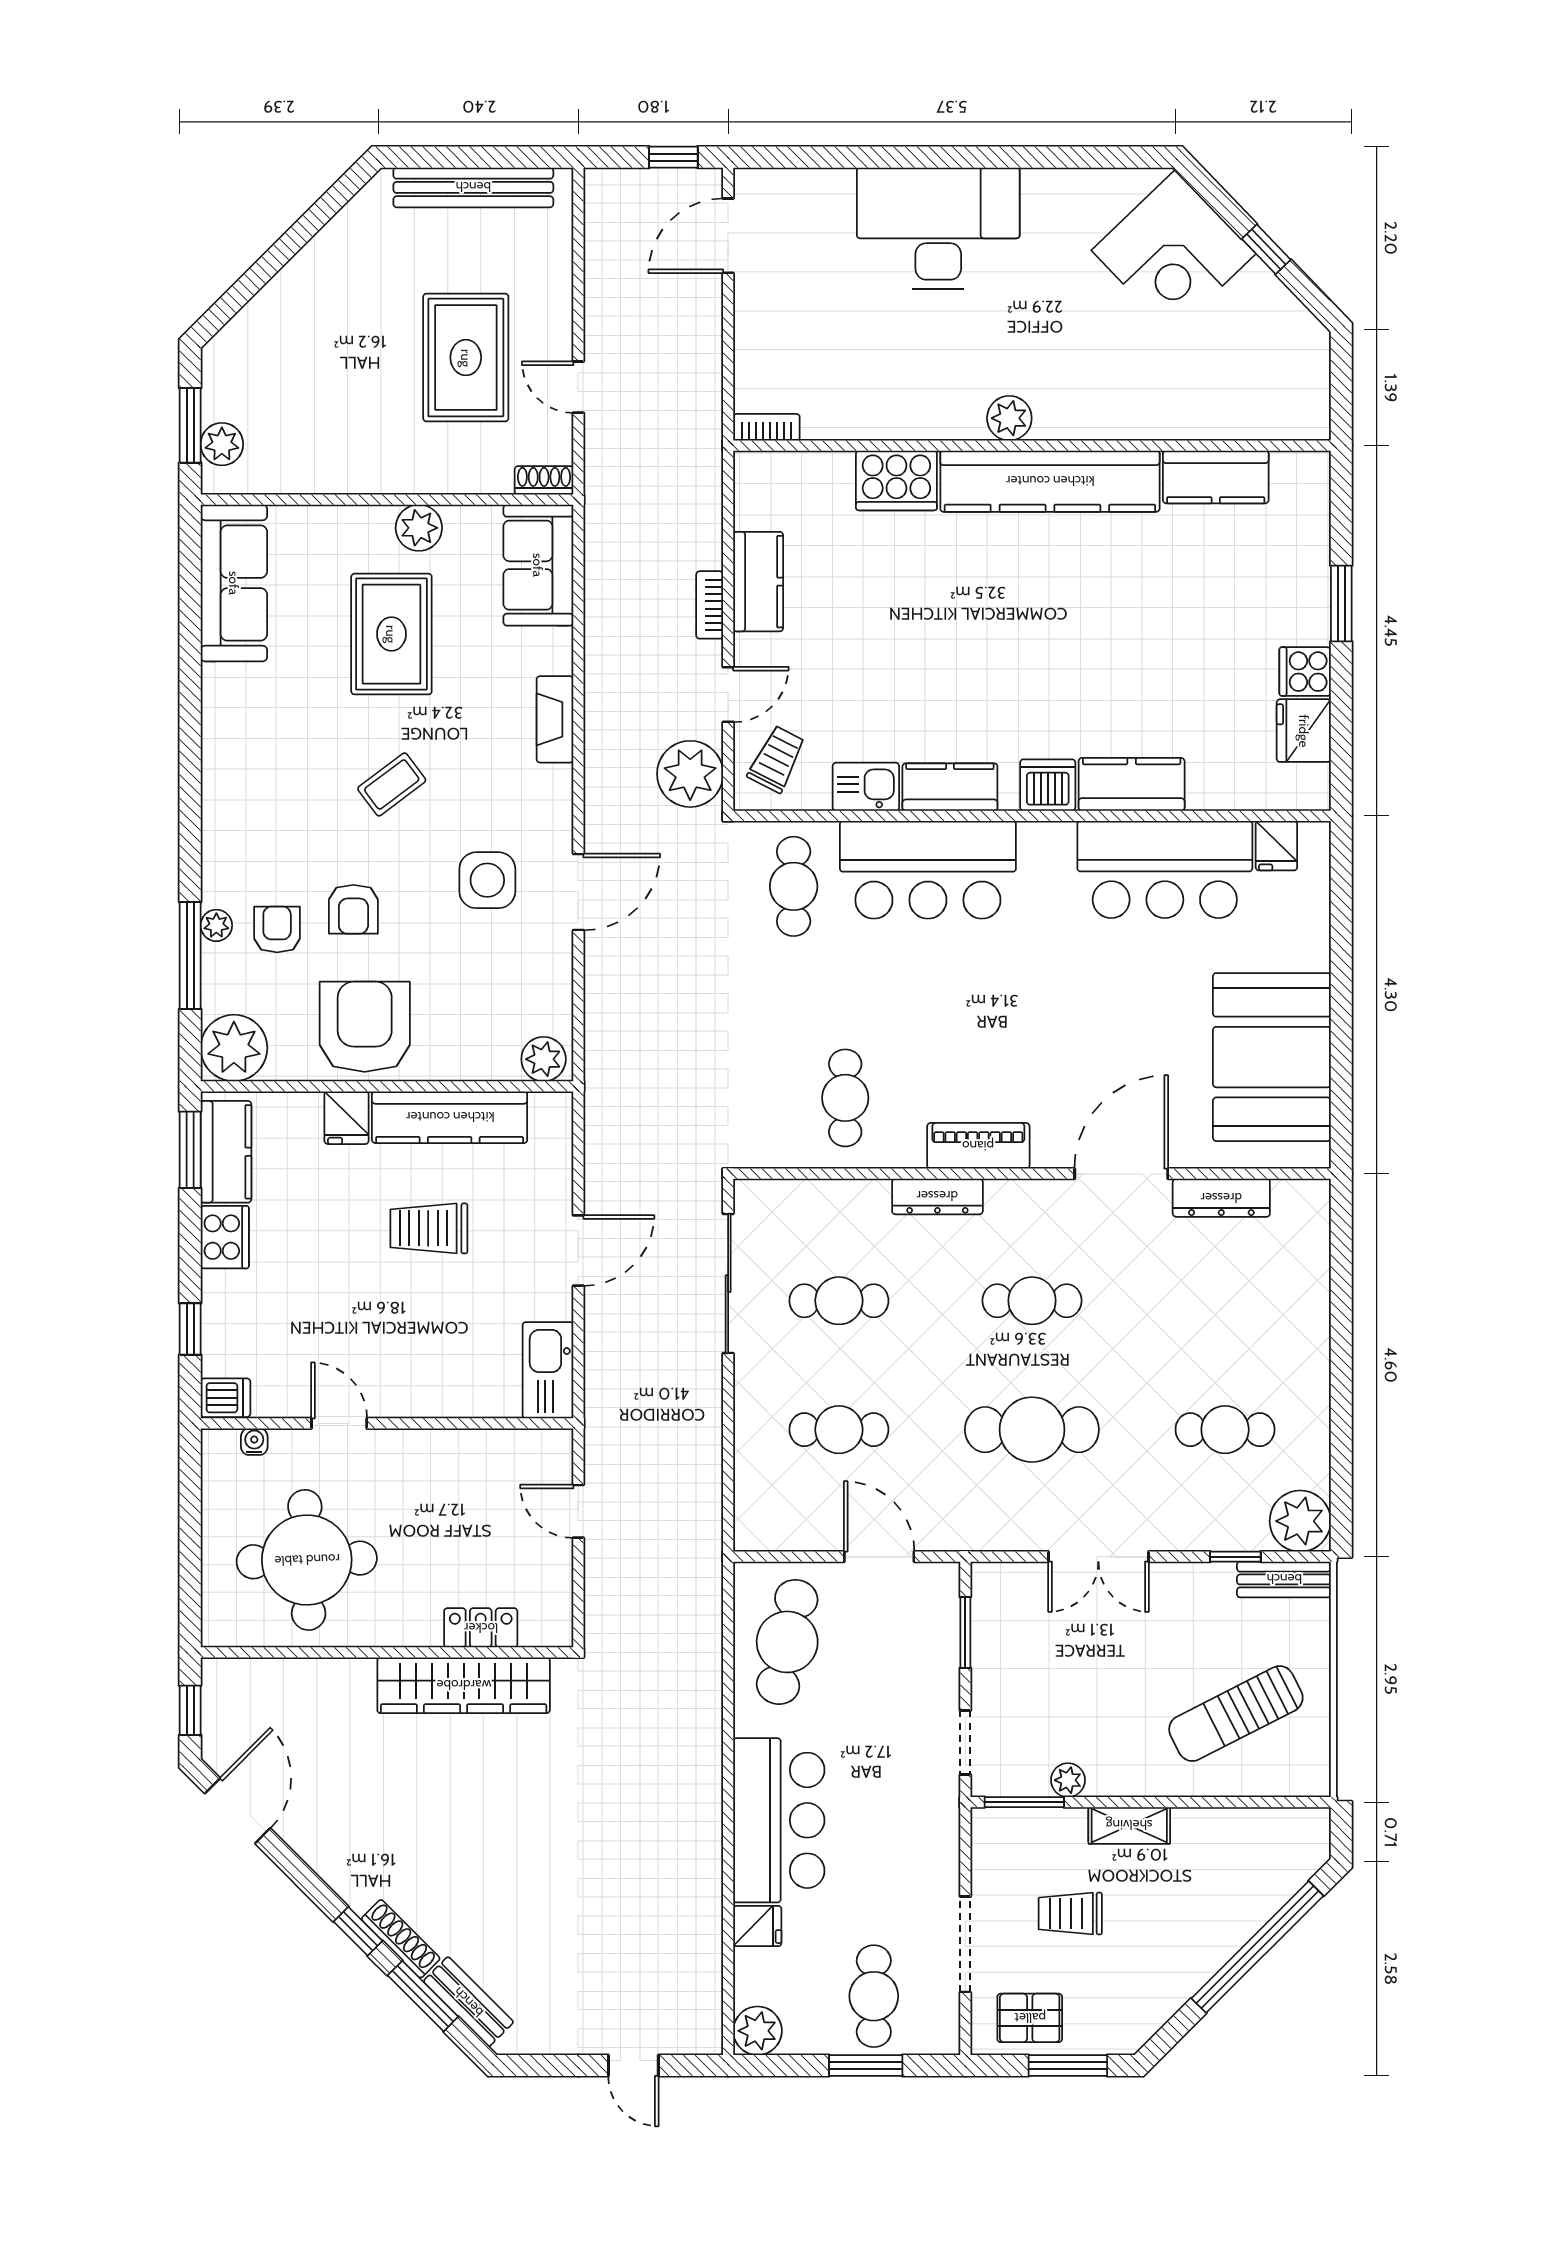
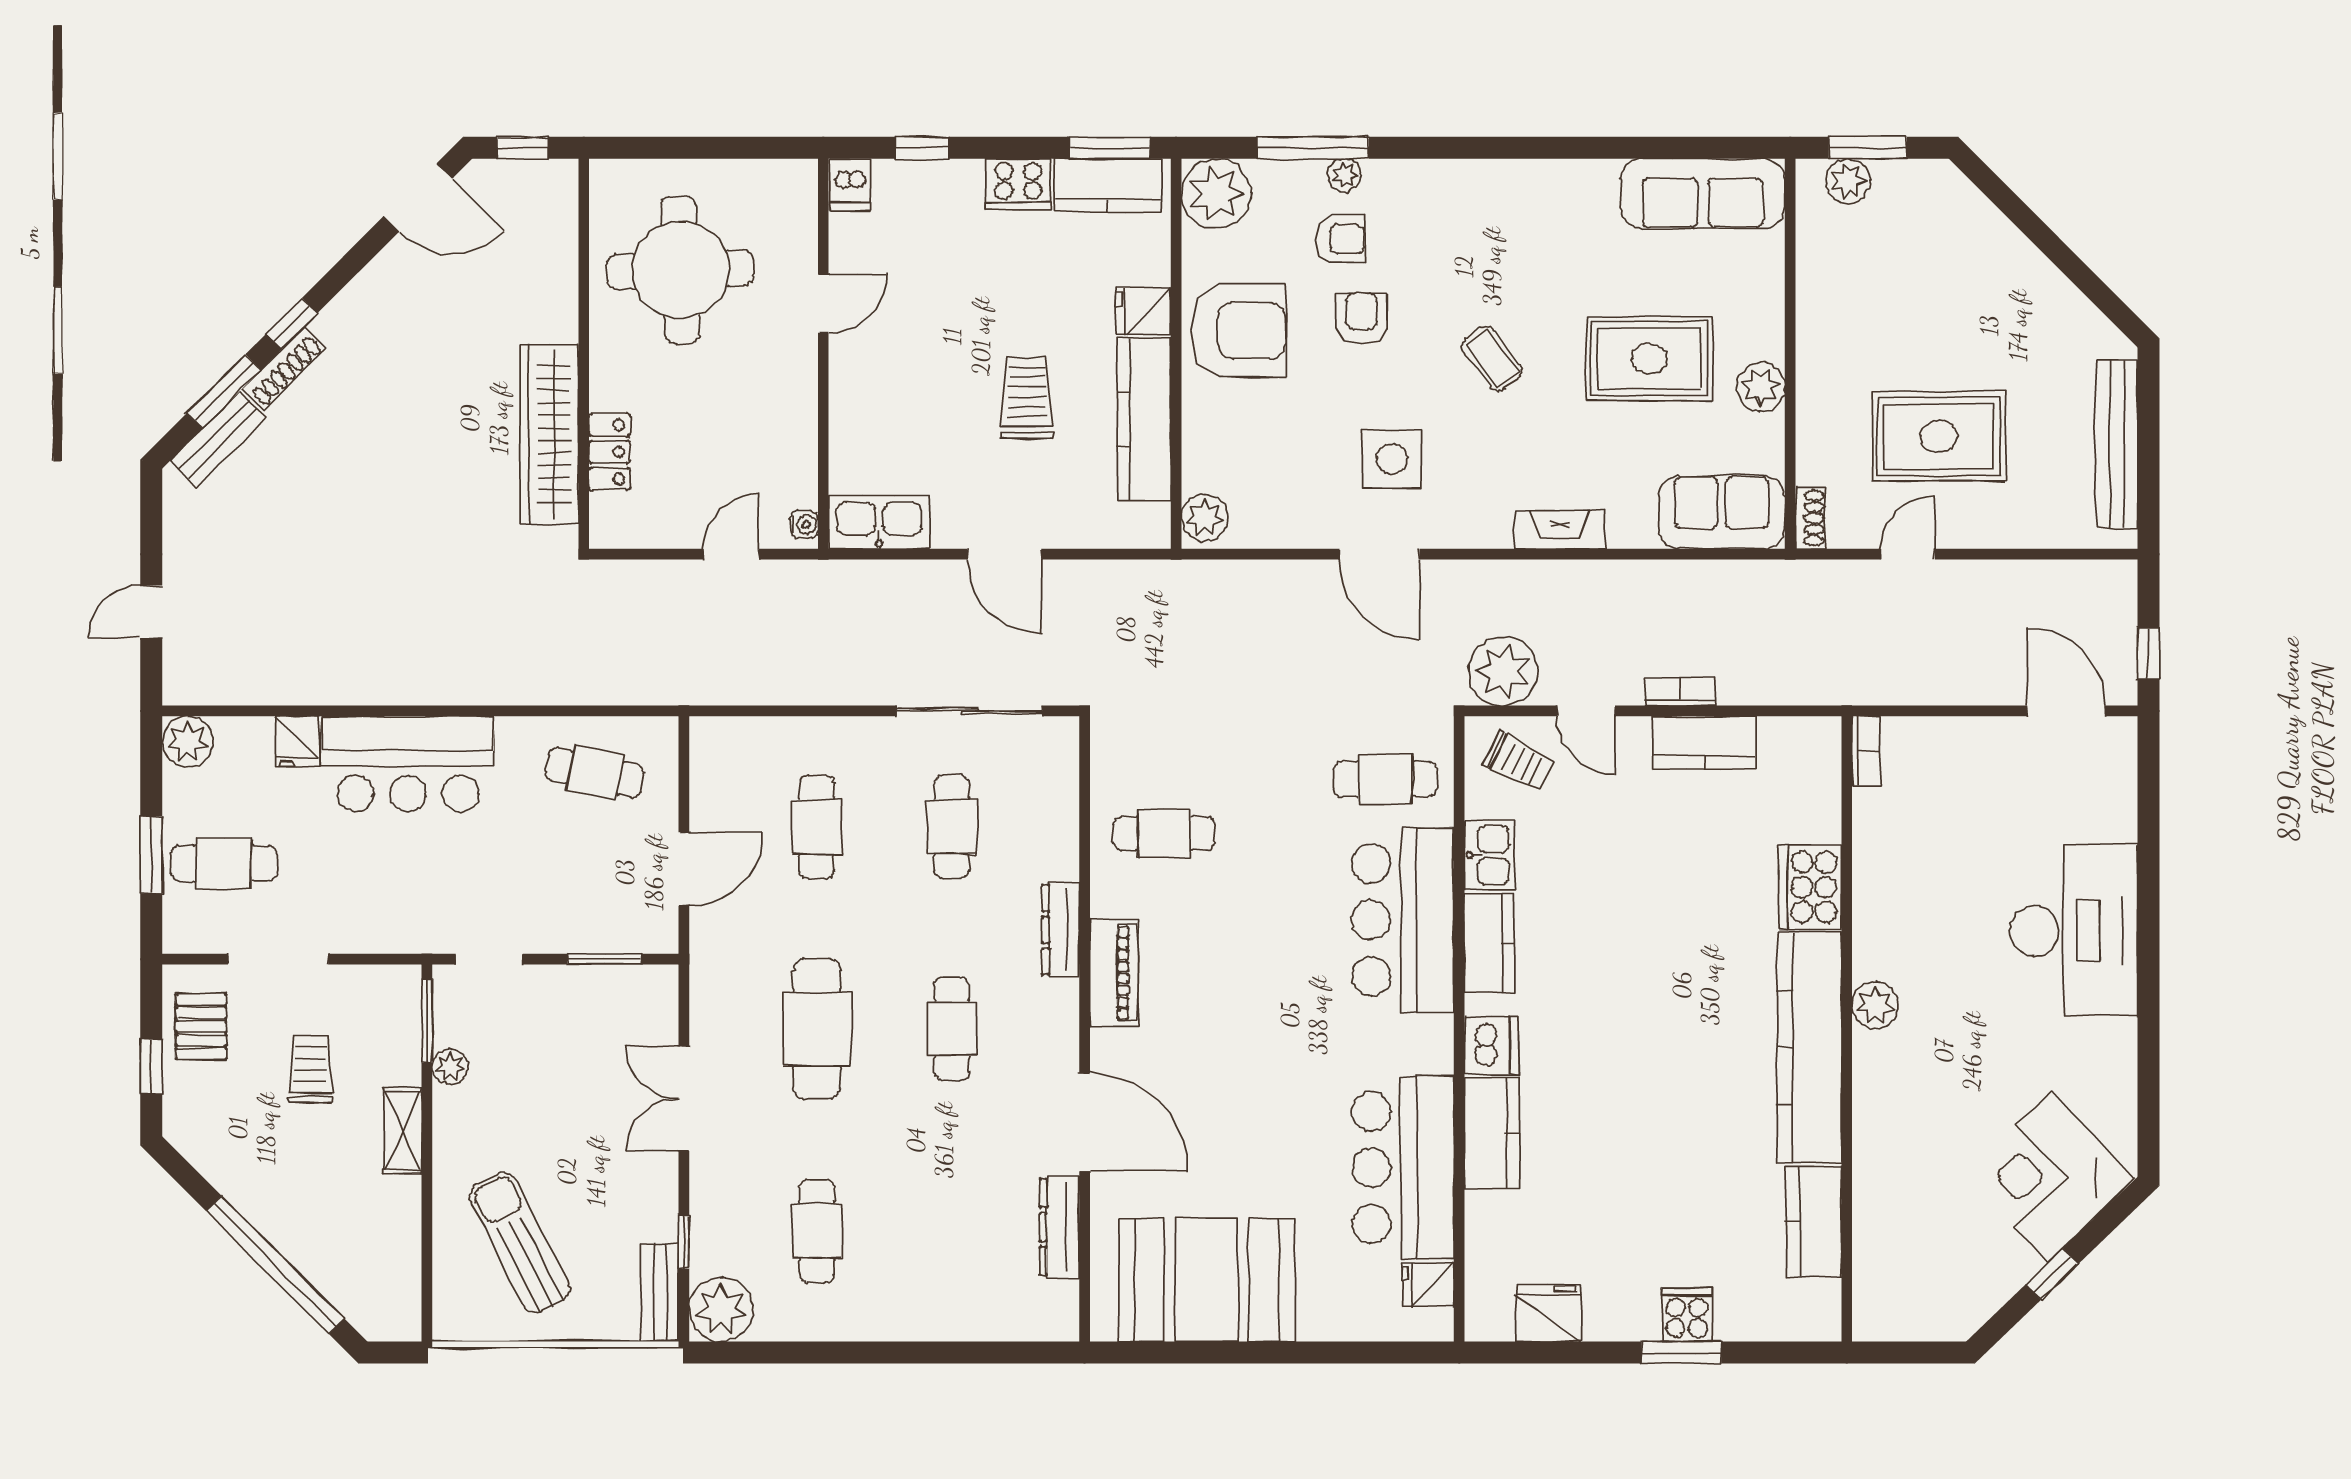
cooker: (1305, 672) -> (1687, 1315), moved
armchair: (353, 909) -> (1361, 319), turned 90
water cooler: (254, 1442) -> (804, 525), moved
cafe table: (787, 1642) -> (595, 773), width x0.73, depth x0.74
window: (1068, 2066) -> (151, 1066), width x0.67

